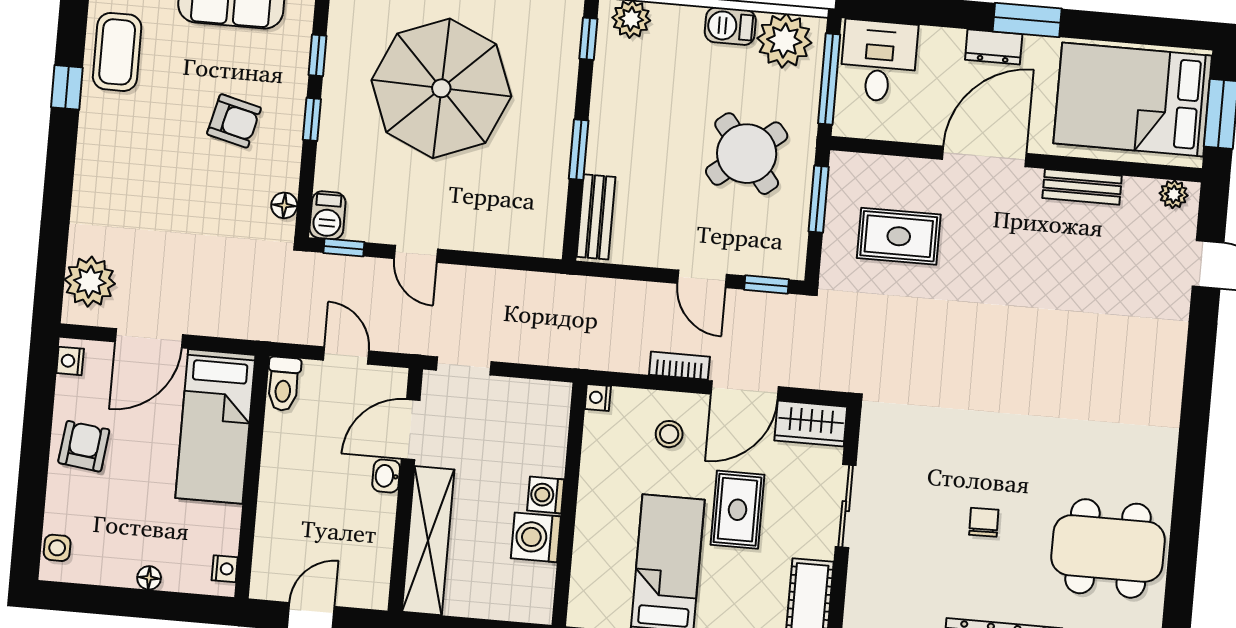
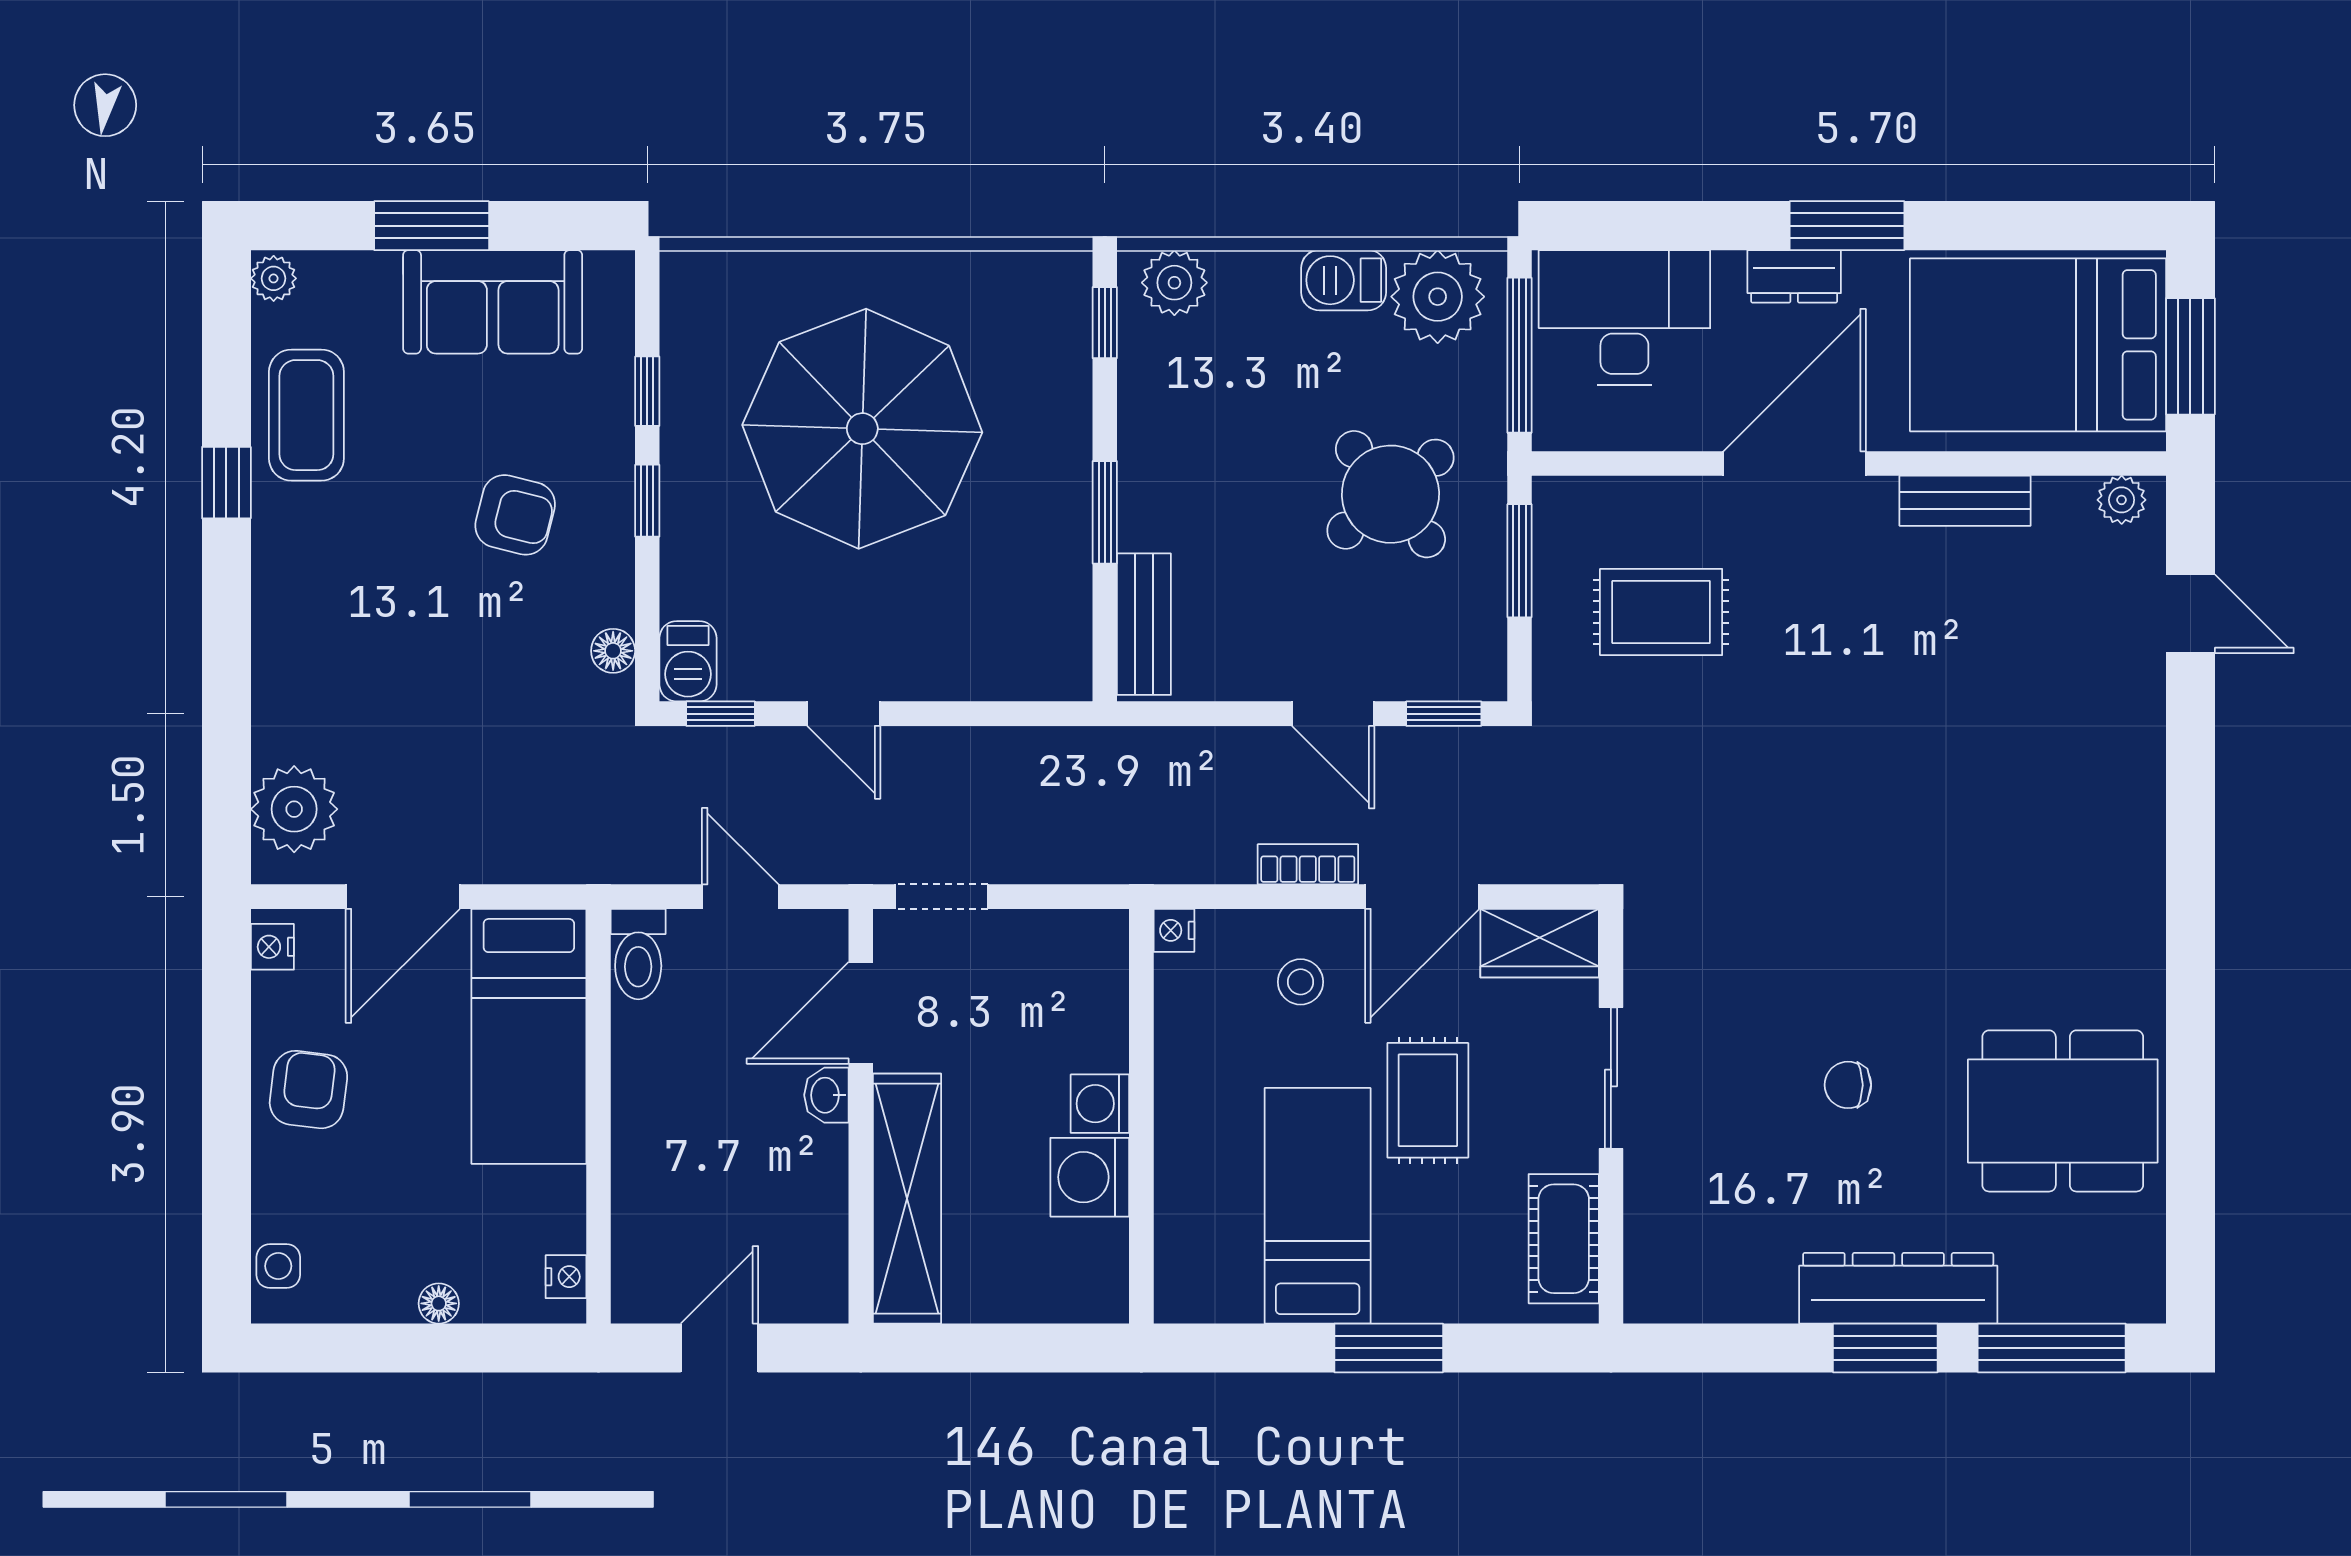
desk: (879, 61) -> (1624, 317), width x1.37
chair: (984, 522) -> (1848, 1085), turned -89

